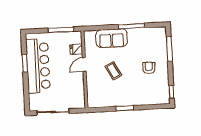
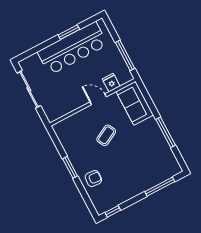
sofa: (112, 38) -> (135, 103), moved
armchair: (149, 68) -> (93, 178), moved

